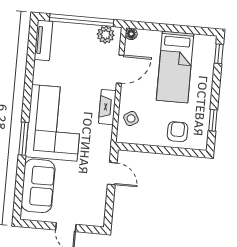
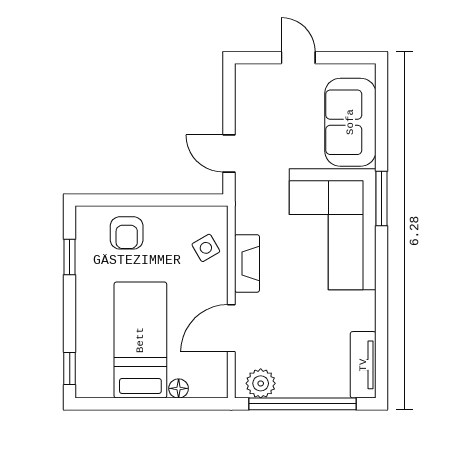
floor lamp: (131, 34) -> (179, 388), moved

